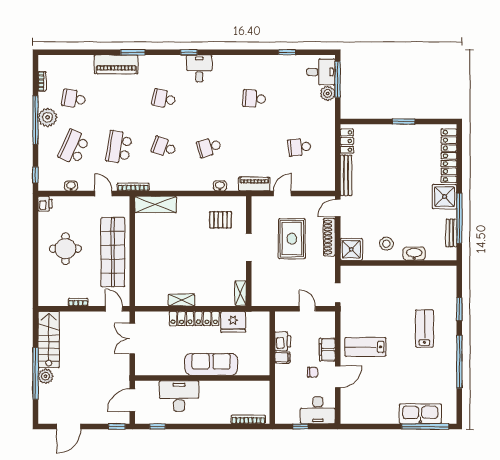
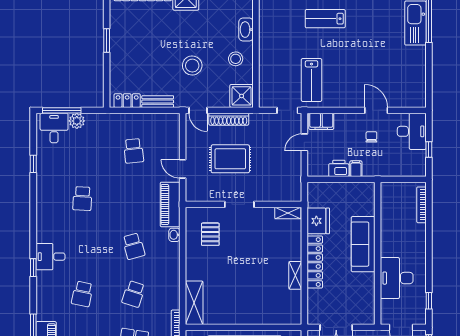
bench: (346, 175) -> (158, 102), width x0.73
piano: (254, 184) -> (170, 204), width x1.37, depth x1.33
stool: (380, 203) -> (192, 66), added
lab bench: (365, 347) -> (311, 80), moved
filing cabinet: (327, 350) -> (321, 121), moved

